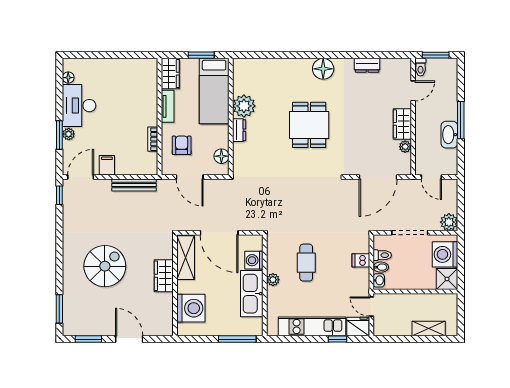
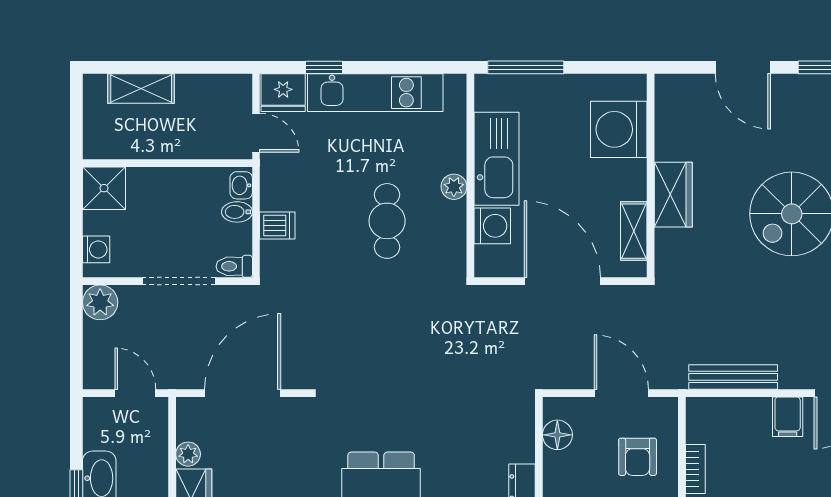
washing machine: (445, 254) -> (96, 249), width x0.53, depth x0.53
toilet: (382, 255) -> (234, 266), moved
shelving: (186, 258) -> (634, 231), width x0.67, depth x0.75

